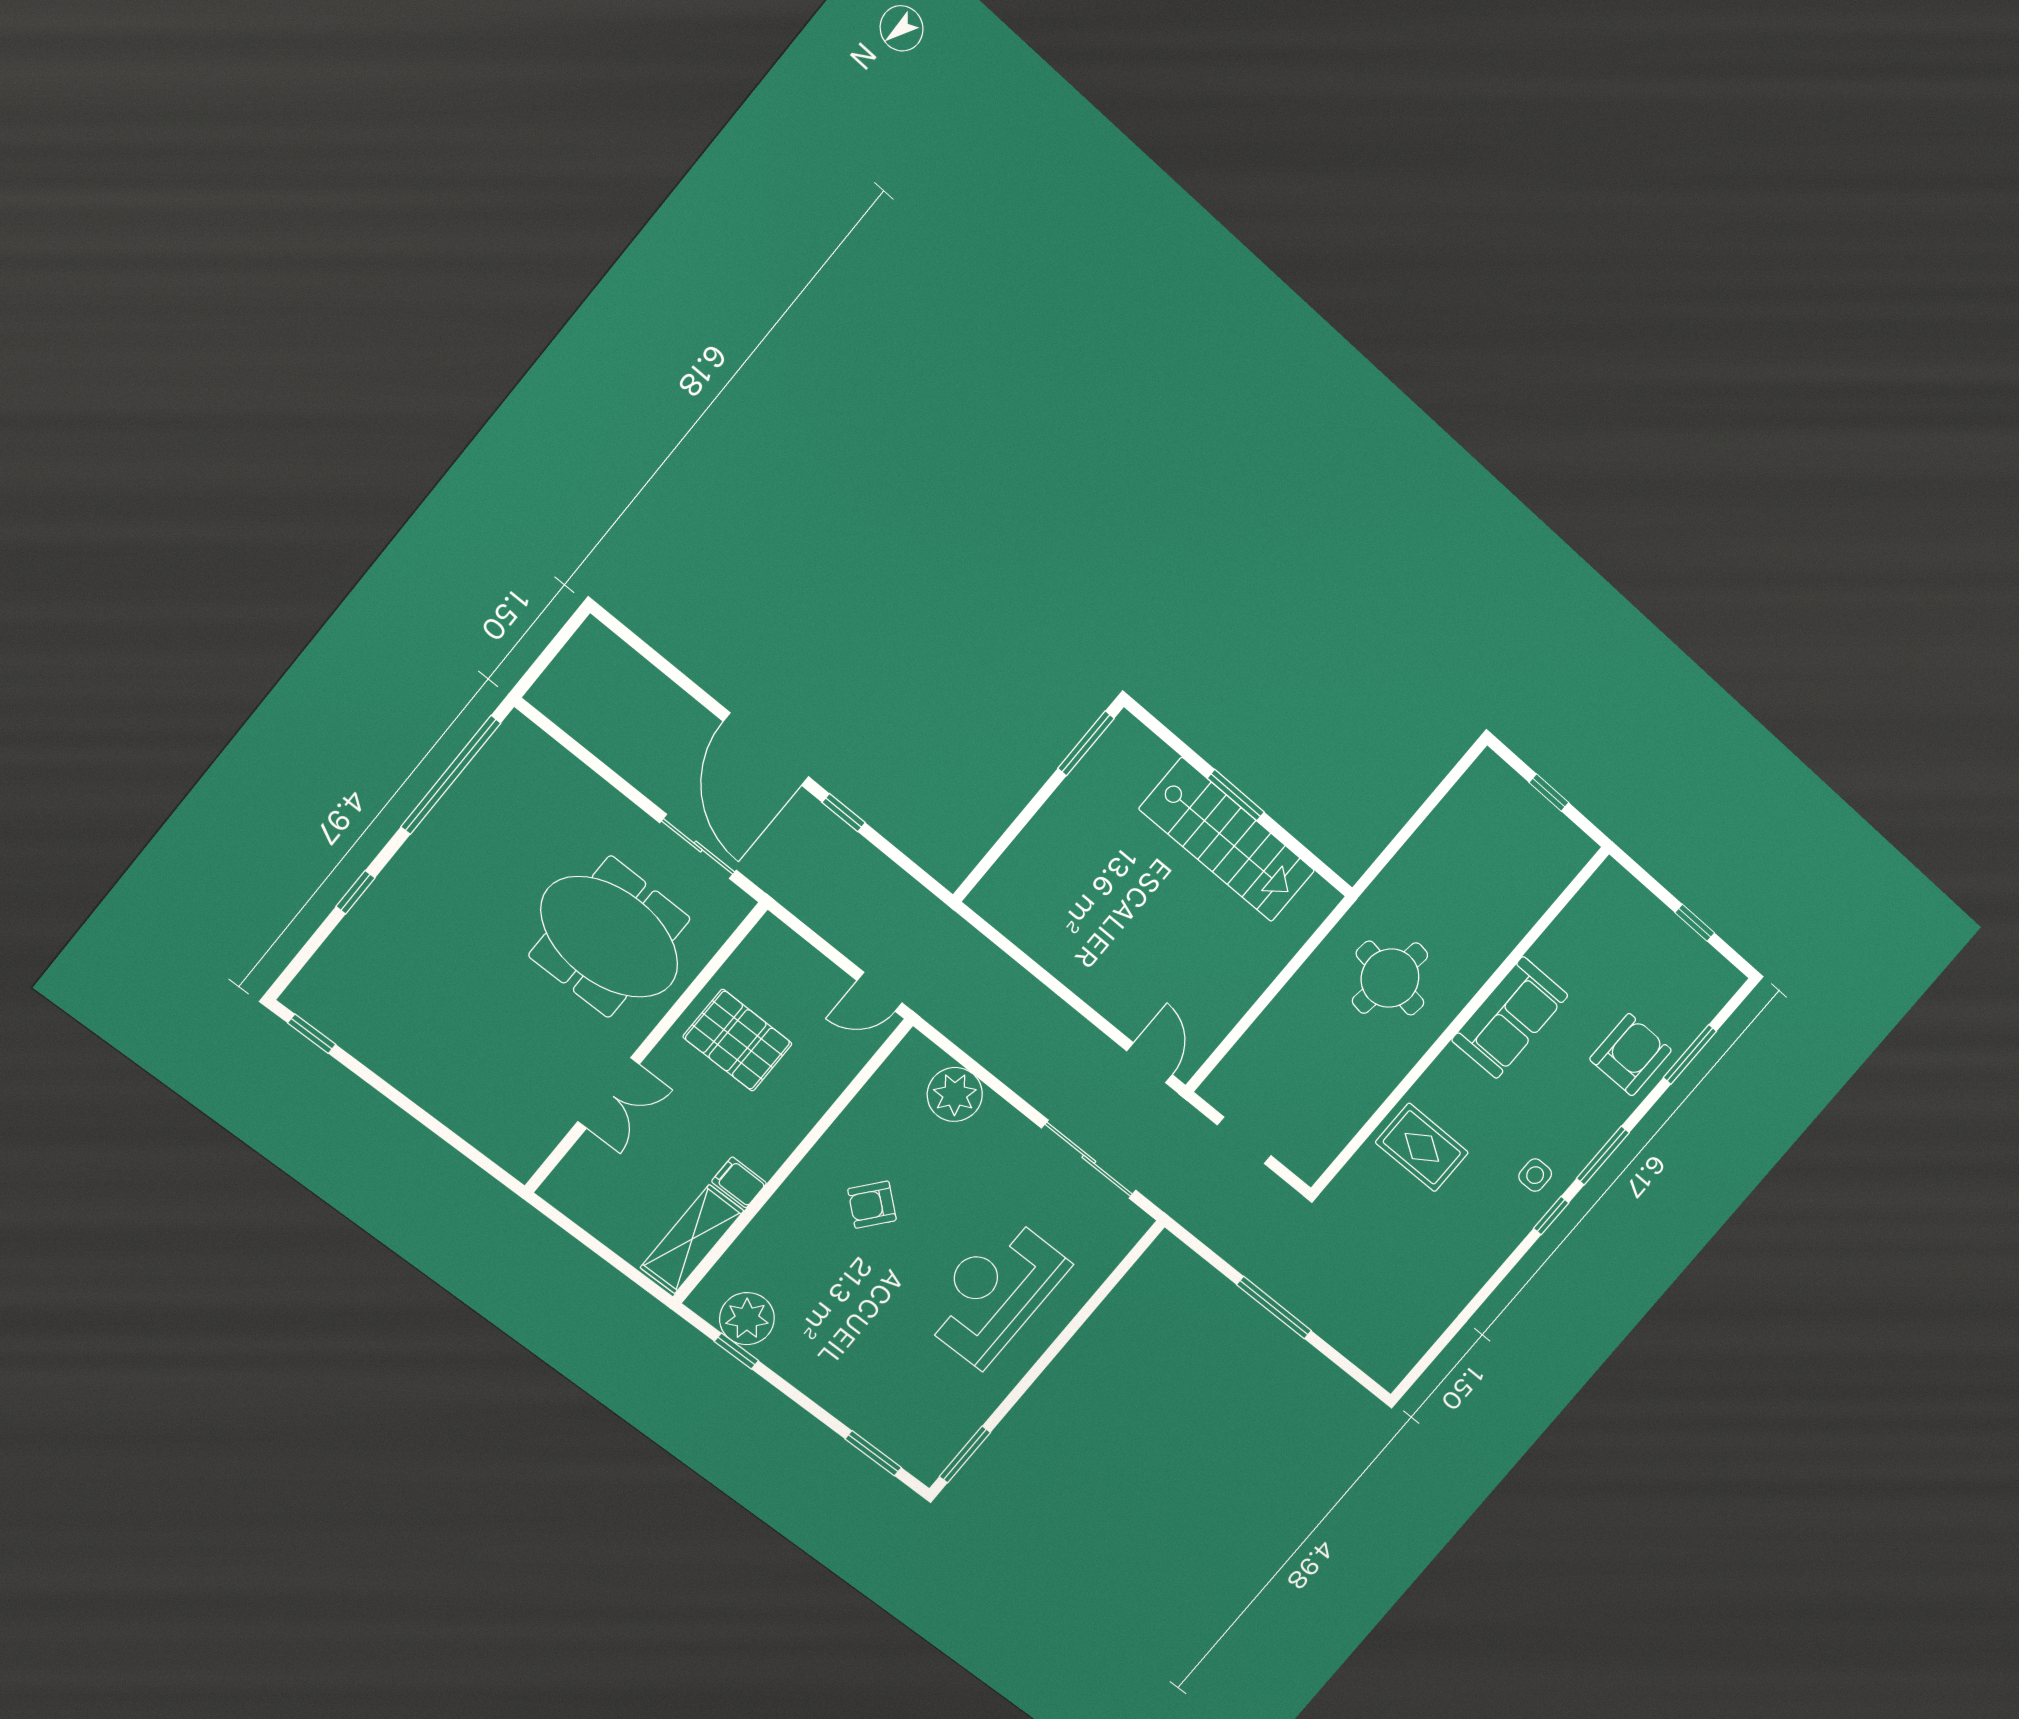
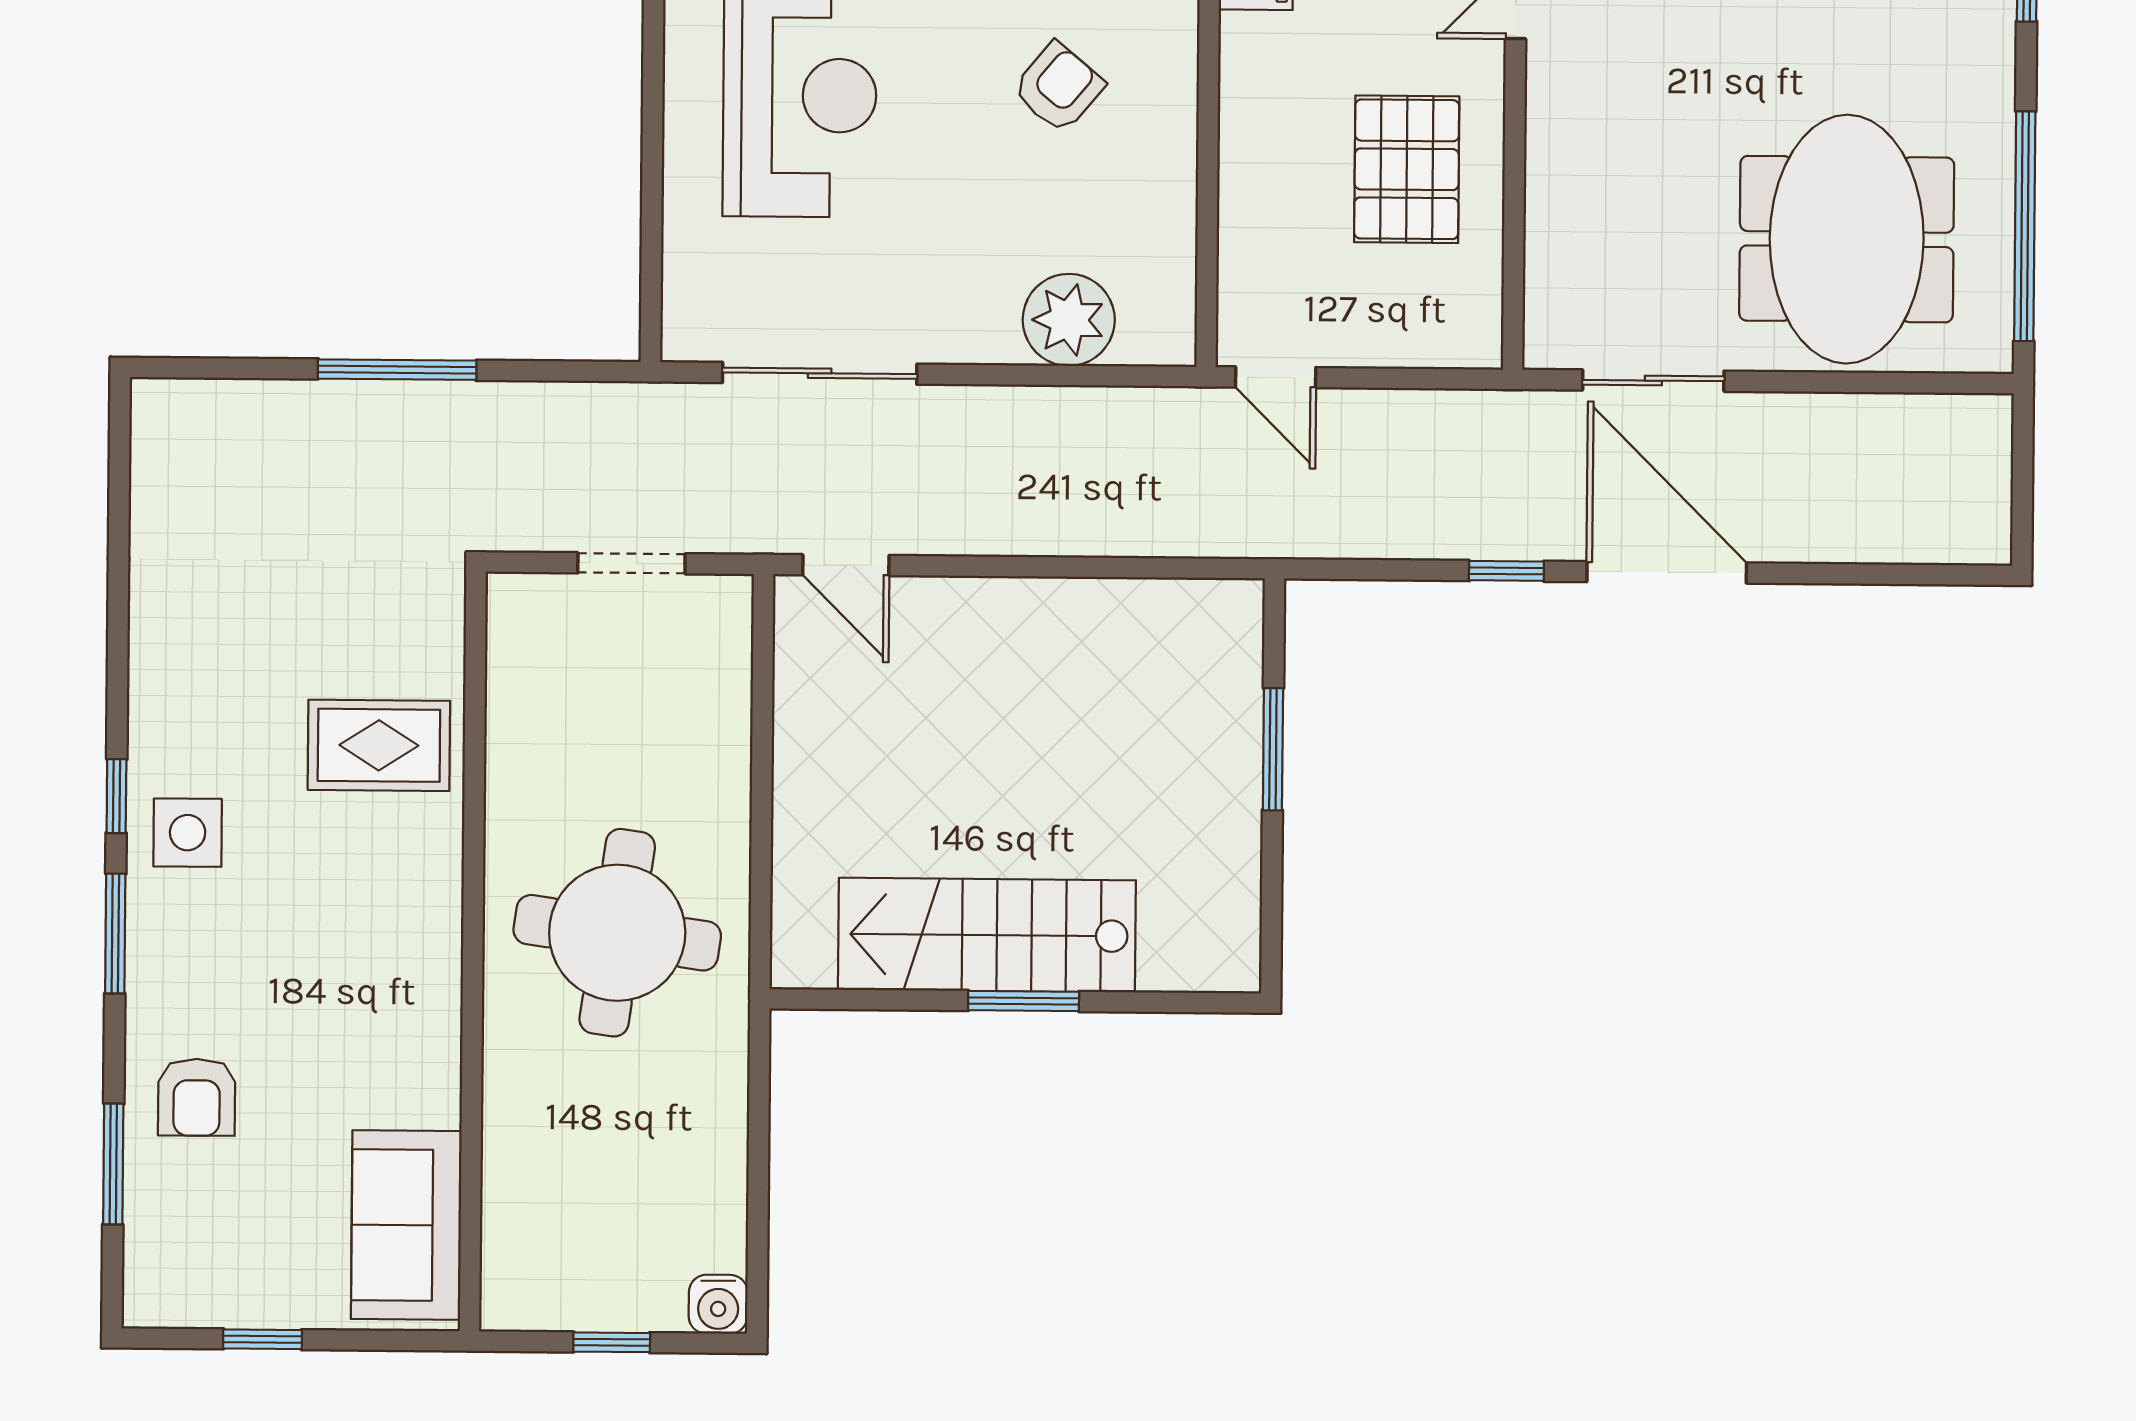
window: (1086, 743) -> (1273, 749), moved
water cooler: (1488, 770) -> (718, 1304), added
meeting table: (609, 937) -> (1847, 239), moved, turned 90
round table: (1390, 978) -> (617, 933), width x1.36, depth x1.36
door: (880, 992) -> (1276, 377), swing flipped
sofa: (1510, 1018) -> (406, 1225), moved
pallet: (738, 1040) -> (1407, 169), turned 90
armchair: (1631, 1055) -> (197, 1097), width x0.72, depth x0.72
side table: (1535, 1175) -> (188, 833), width x1.37, depth x1.37

